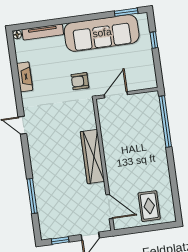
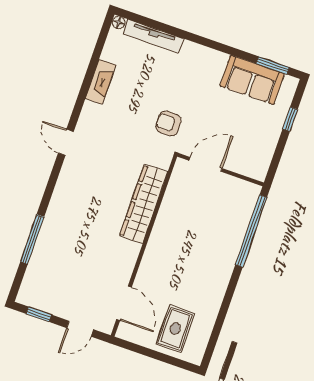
sofa: (102, 33) -> (252, 80), width x0.54, depth x0.79
wardrobe: (92, 157) -> (144, 204), moved

